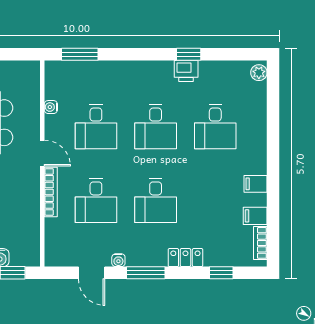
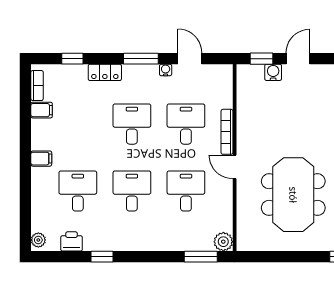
plant: (55, 71) -> (223, 242), added
printer: (186, 71) -> (72, 241), moved
water cooler: (51, 107) -> (227, 209), removed
filing cabinet: (256, 184) -> (41, 159), moved

